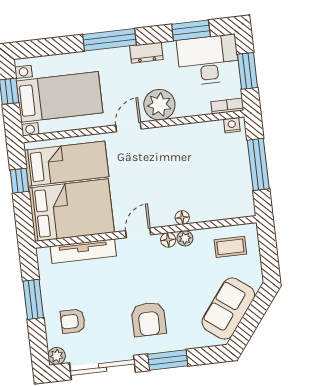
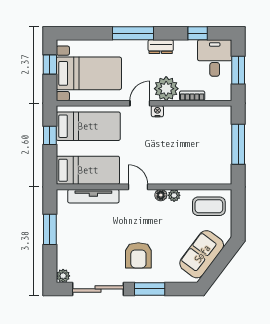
window: (191, 30) -> (198, 33), width x0.67
desk: (208, 60) -> (215, 58), width x0.73
bookcase: (227, 106) -> (192, 96), moved
nightstand: (232, 125) -> (157, 111), moved
bed: (72, 210) -> (88, 170), width x0.67
floor lamp: (182, 218) -> (174, 179), removed
door: (138, 233) -> (138, 187), hinge flipped
coffee table: (230, 247) -> (209, 206), width x1.36, depth x1.30
armchair: (73, 321) -> (79, 250), removed

